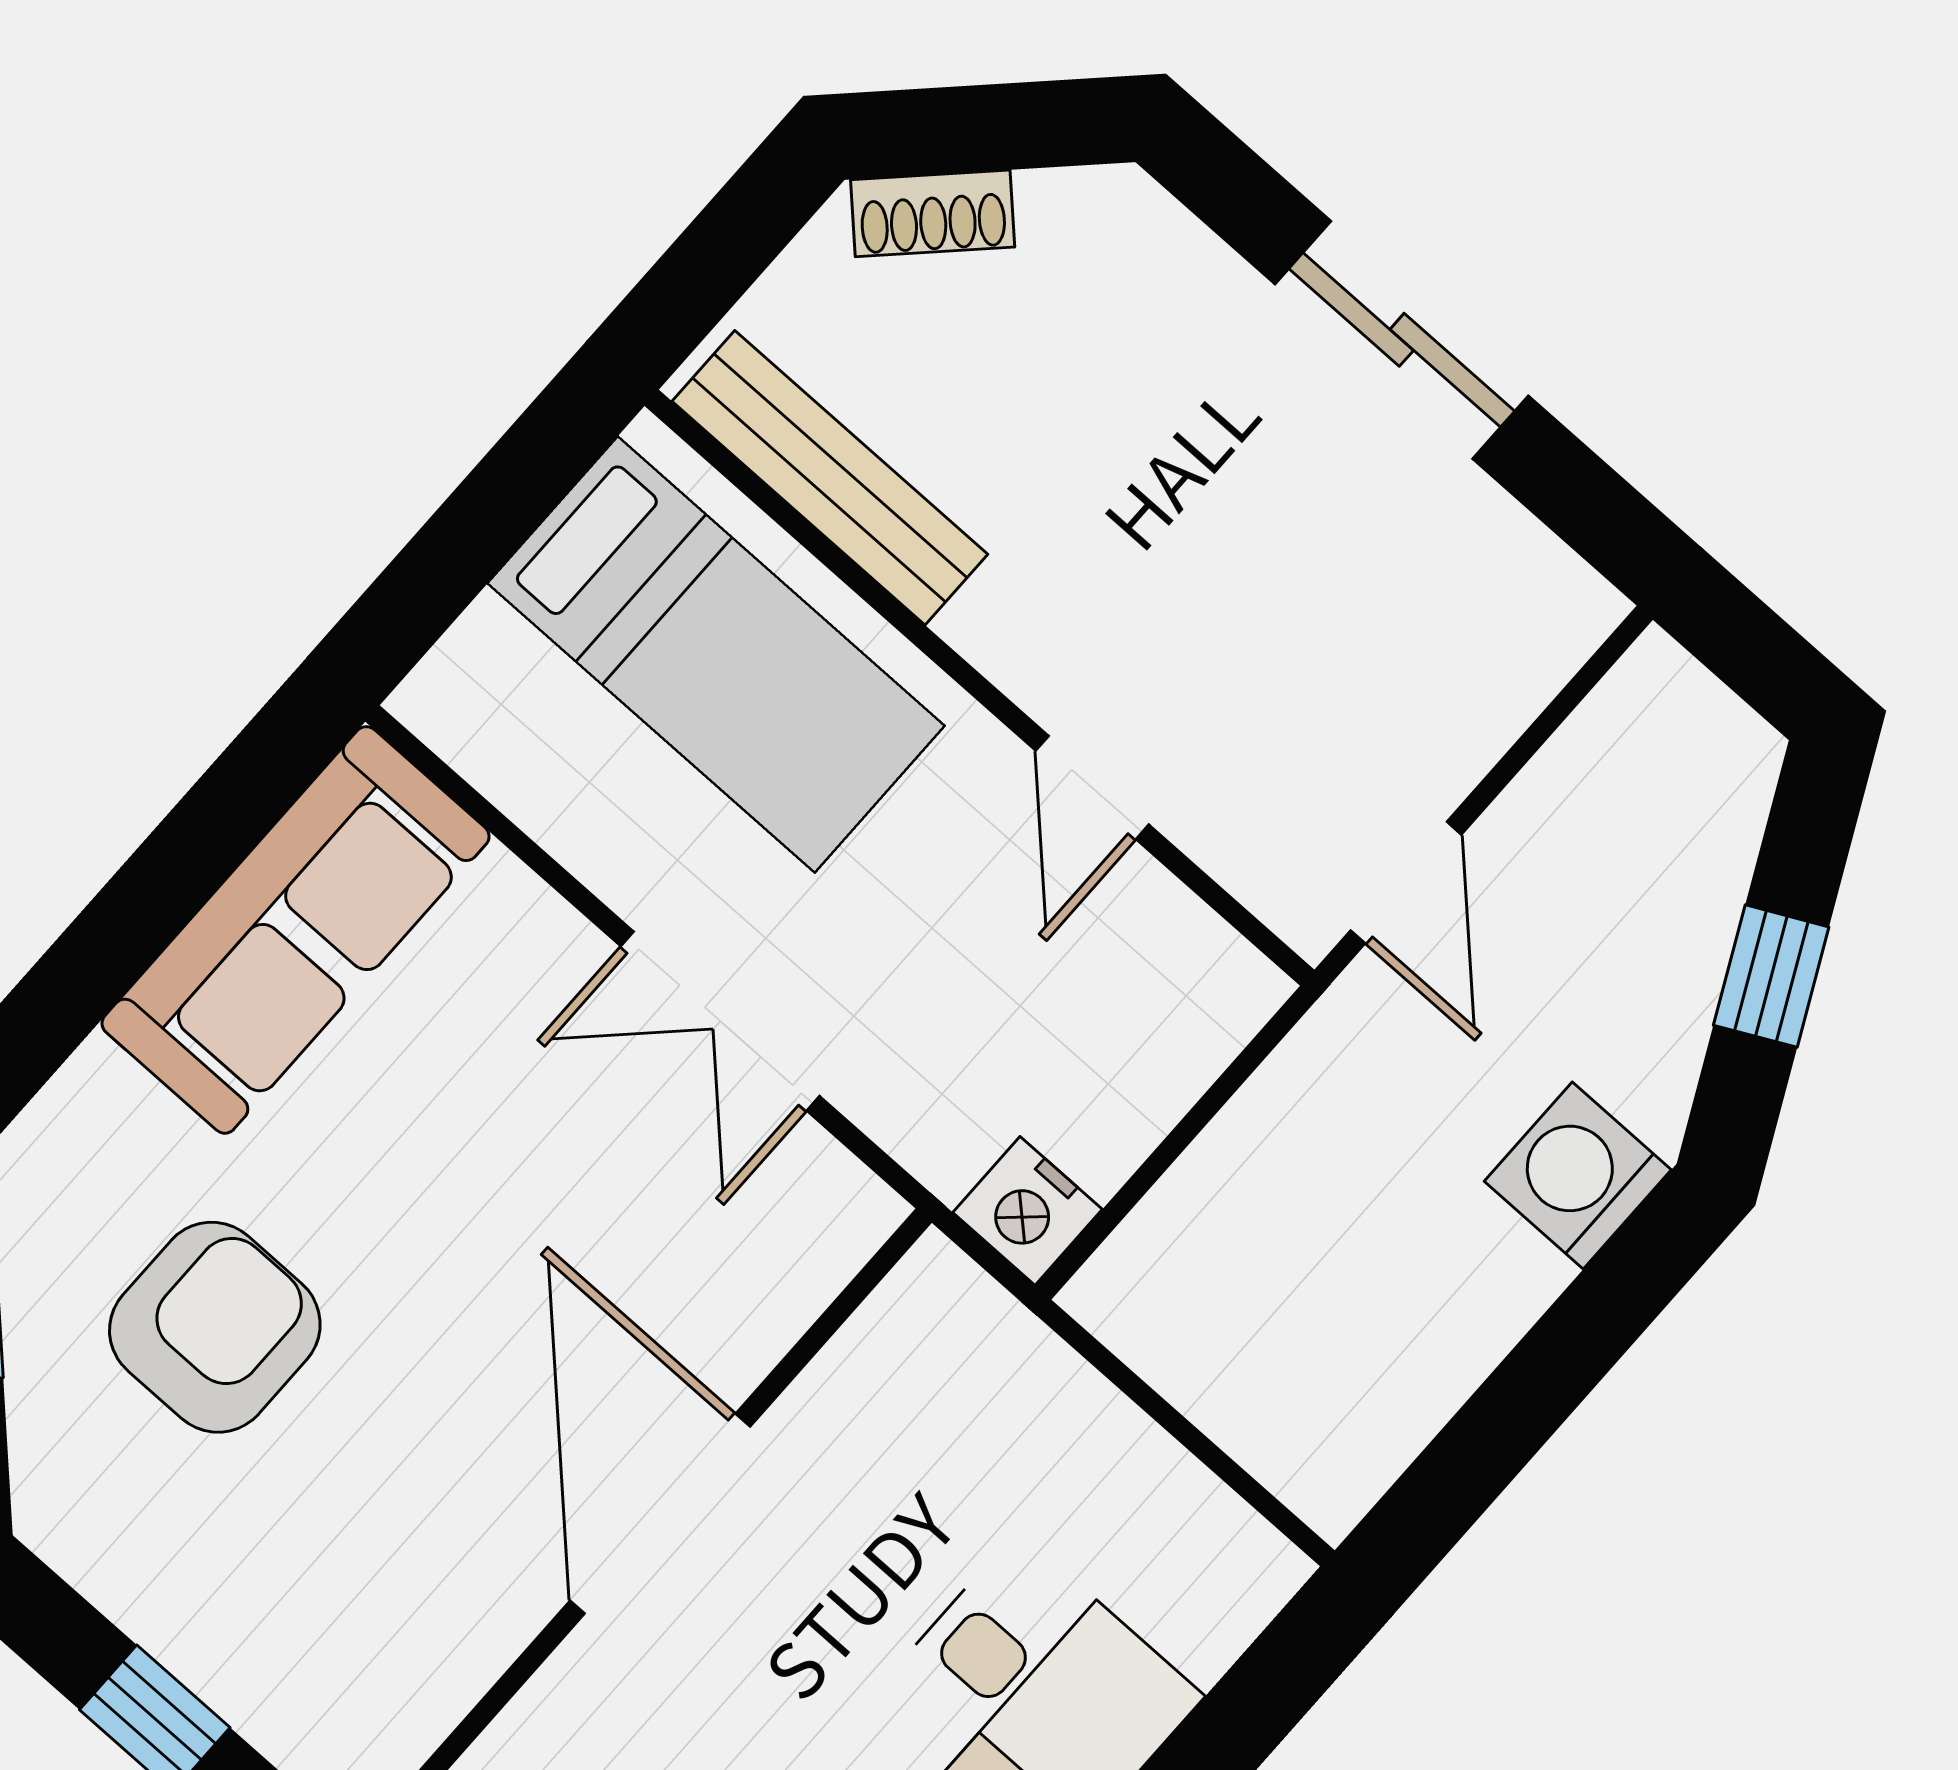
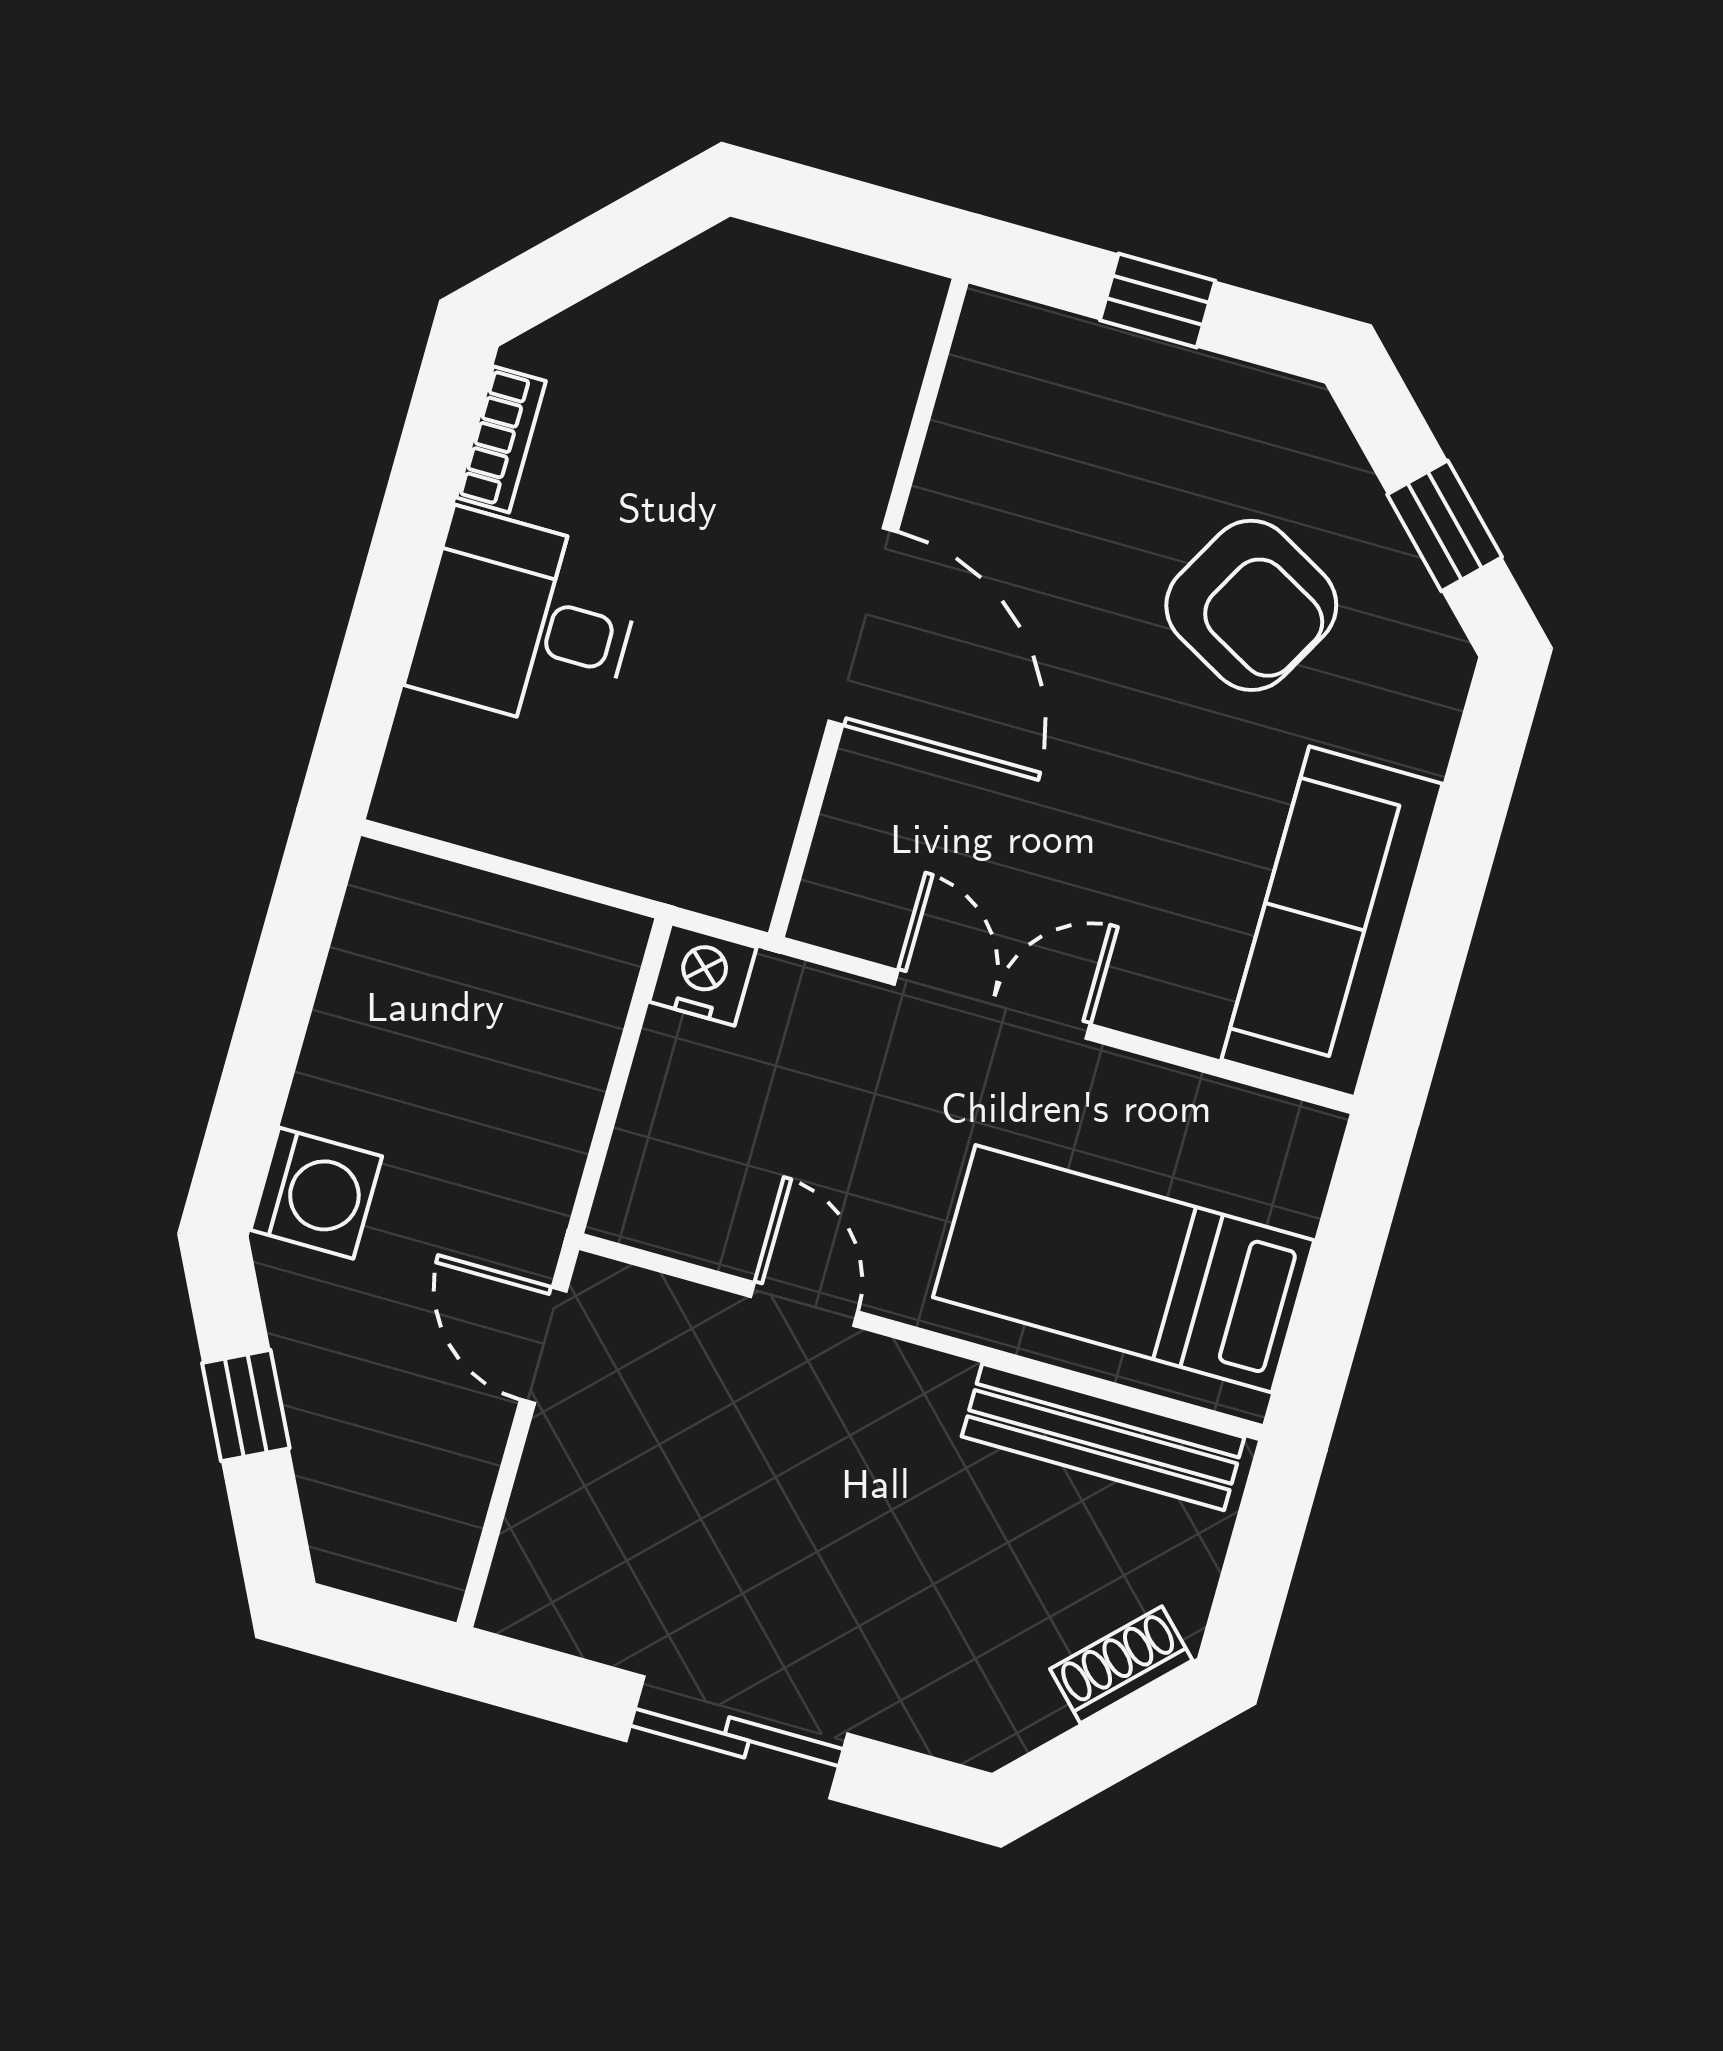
armchair: (215, 1327) -> (1251, 605), turned -61

